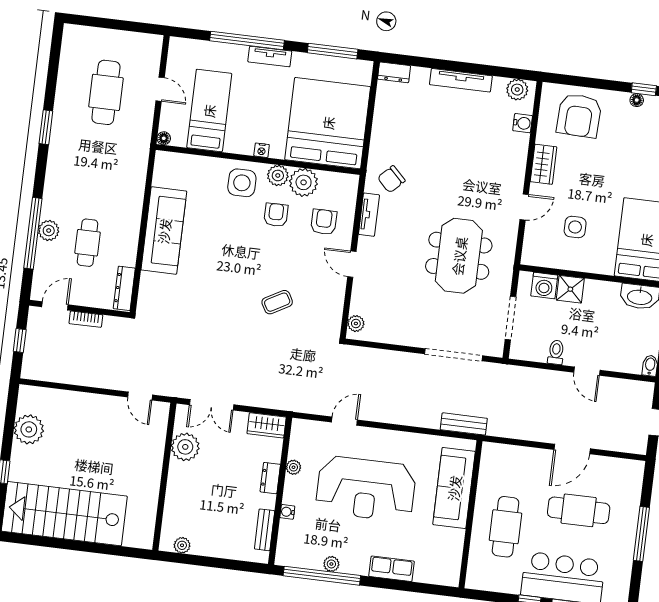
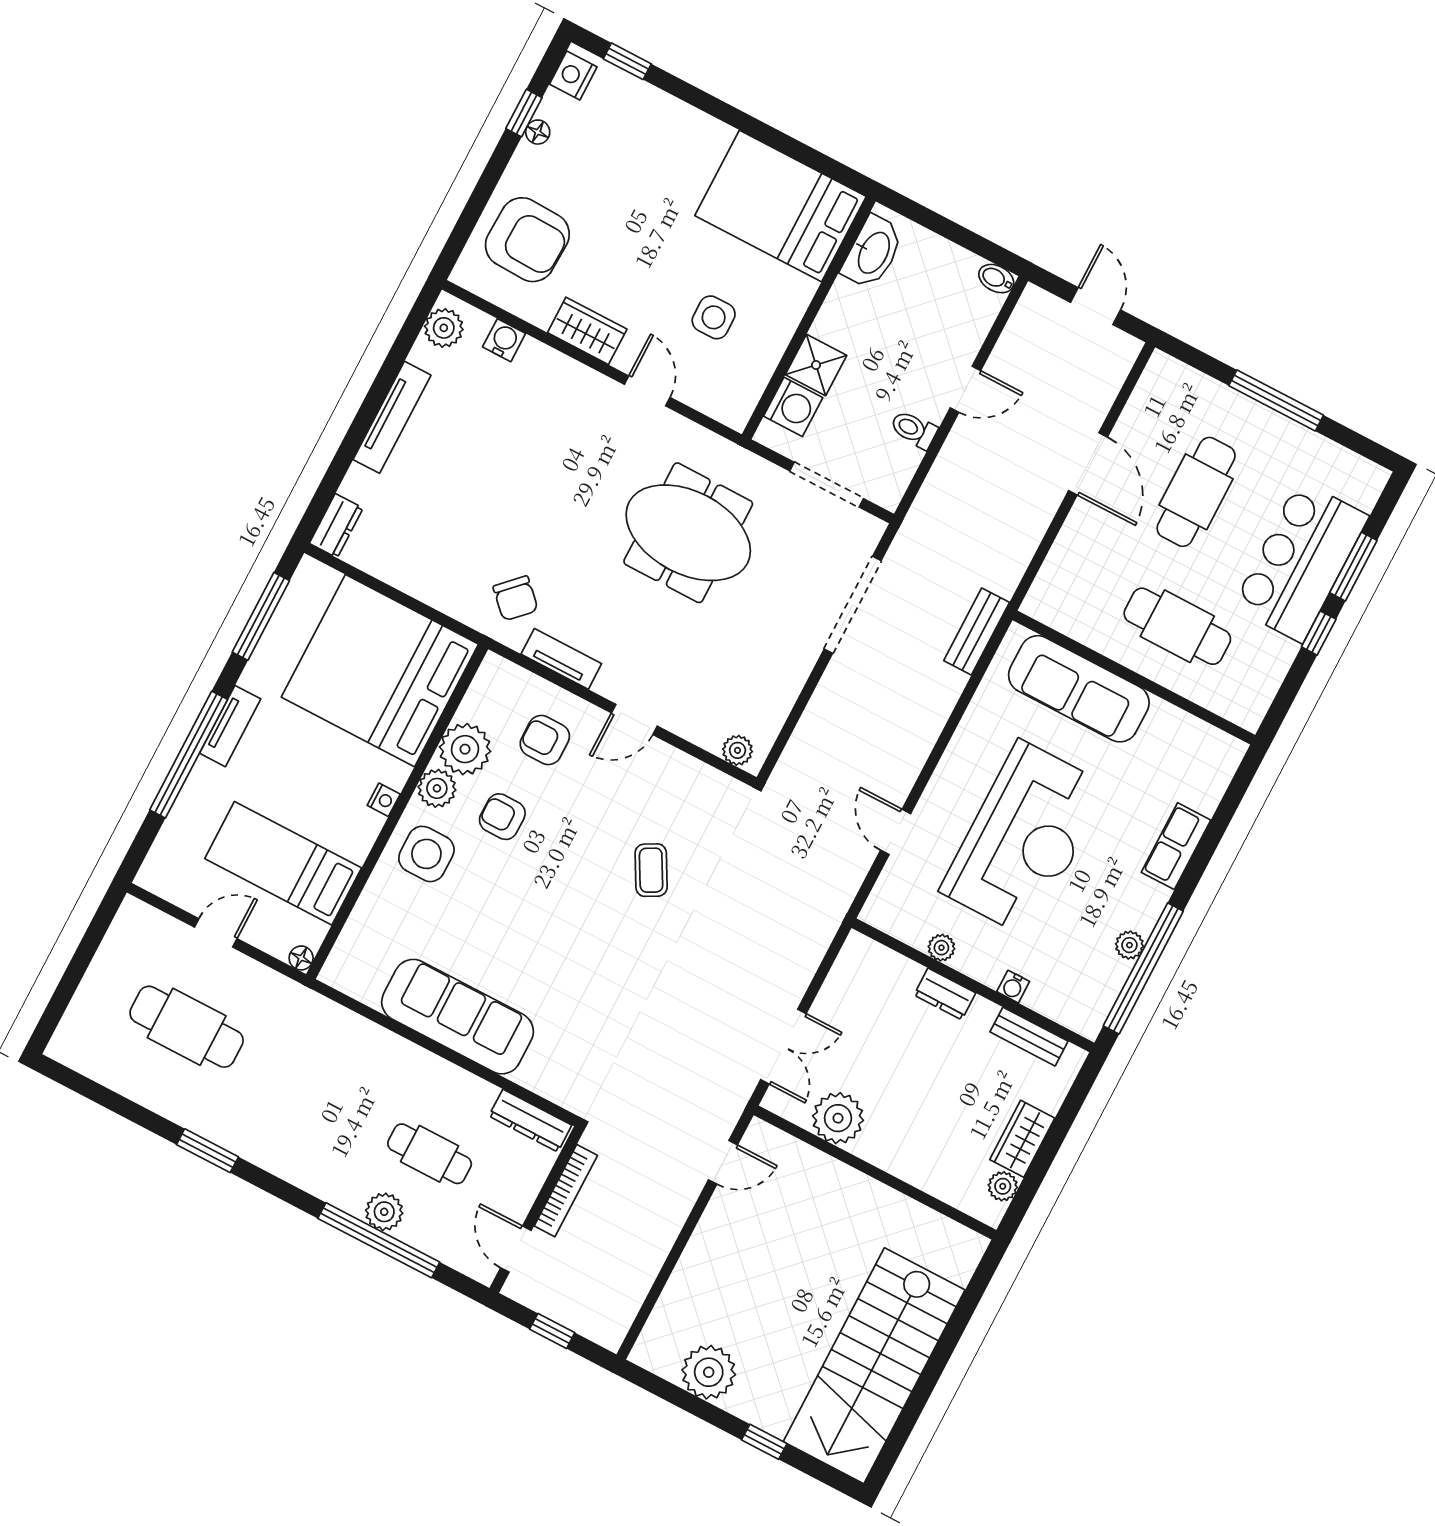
bookcase: (86, 319) -> (566, 1191), width x1.56
wardrobe: (267, 425) -> (1022, 1139), moved, turned 180

